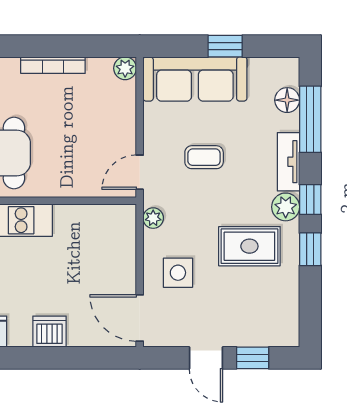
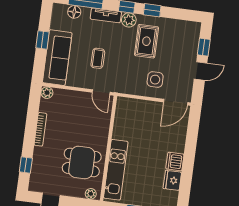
plant: (153, 218) -> (125, 88), removed
dishwasher: (49, 332) -> (175, 162), moved

